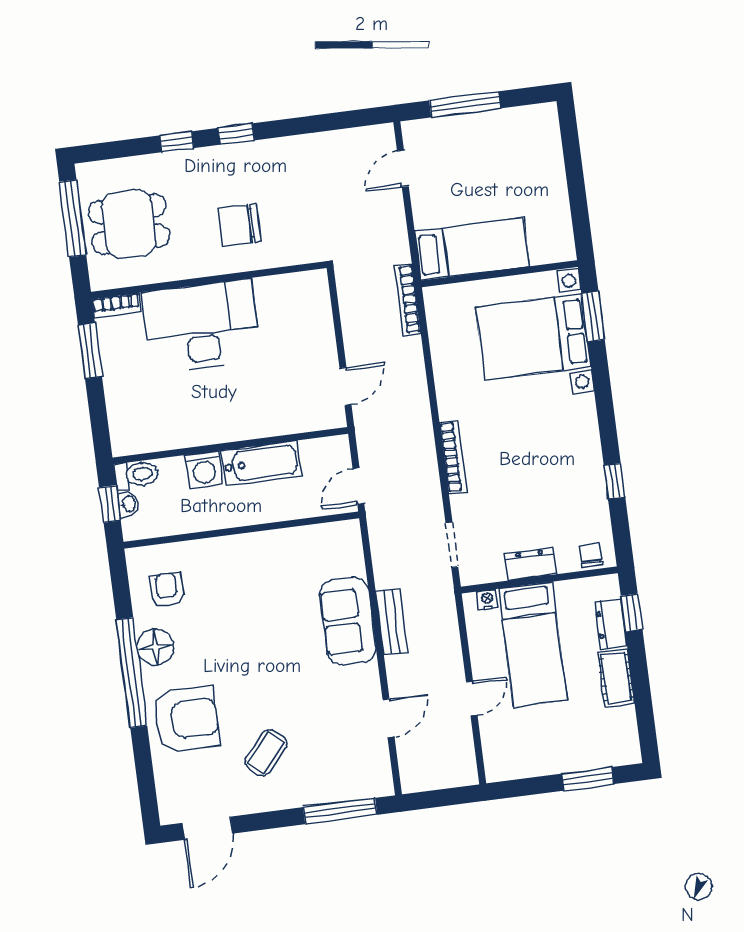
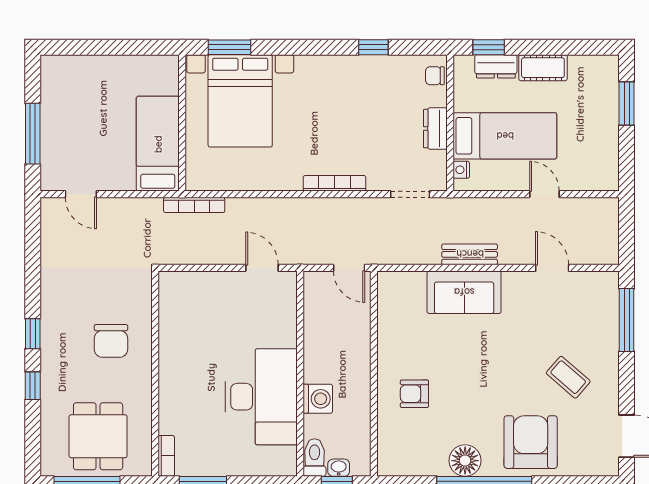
desk: (201, 326) -> (261, 397), moved, turned 180
bathtub: (261, 463) -> (319, 349), removed
armchair: (167, 590) -> (414, 394), moved

